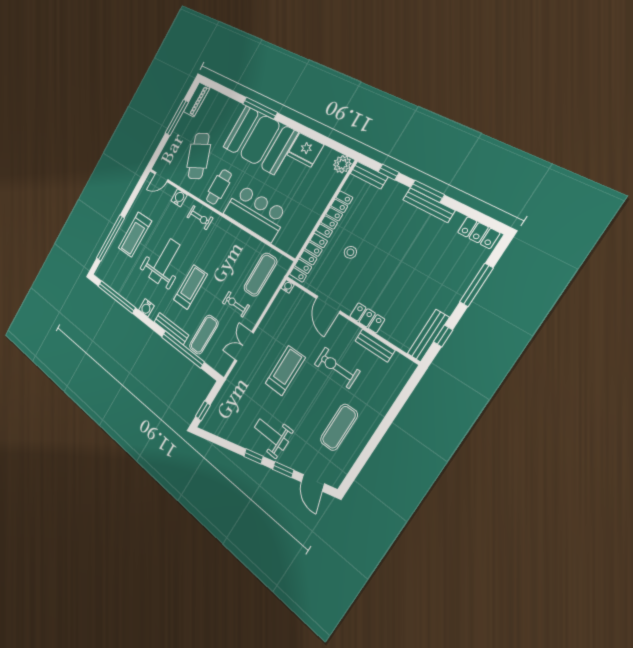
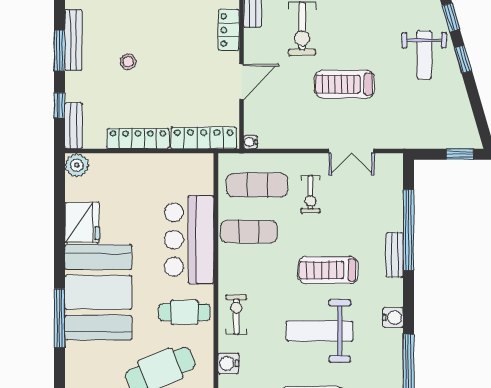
stool: (350, 252) -> (128, 62), moved
bench: (171, 328) -> (395, 255), width x0.73
exercise mat: (204, 335) -> (249, 232), moved

